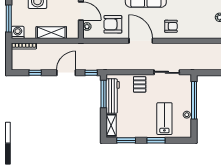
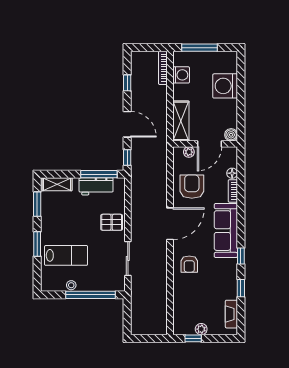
washing machine: (18, 32) -> (181, 75), moved
shelving: (51, 33) -> (181, 121), moved
workbench: (113, 96) -> (96, 186), width x0.73

